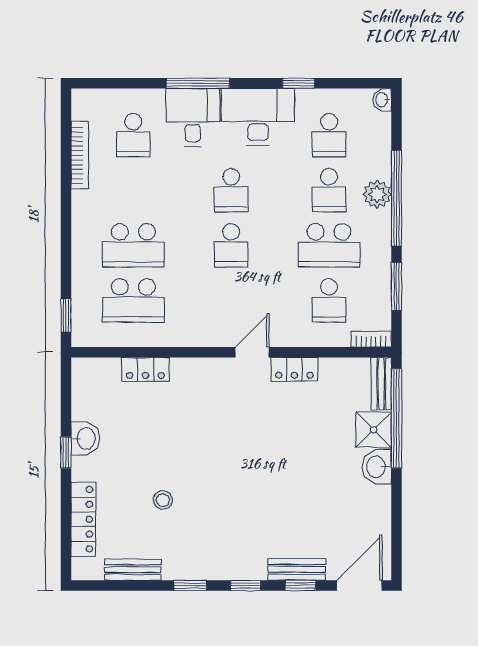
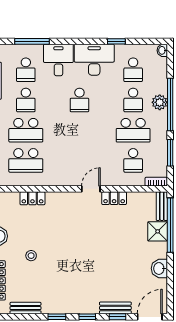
window: (198, 83) -> (32, 41), moved
school desk: (231, 245) -> (26, 100), moved
washbasin: (377, 467) -> (159, 268), moved
stool: (163, 500) -> (31, 256), moved

